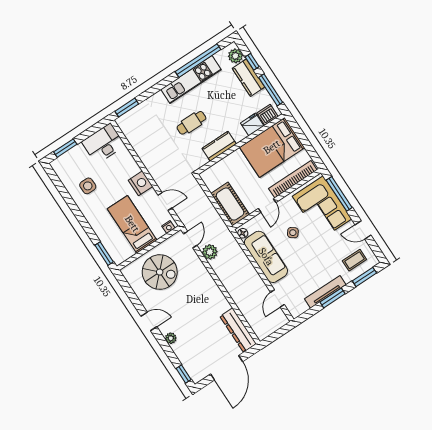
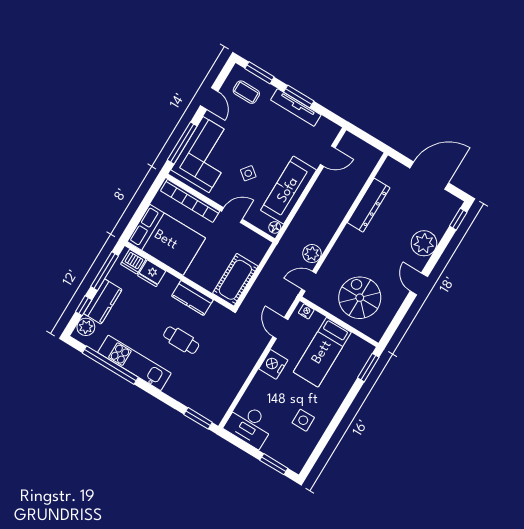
cot: (230, 204) -> (235, 280), moved
dresser: (238, 330) -> (369, 205), moved
plant: (171, 338) -> (424, 243), width x1.87, depth x1.87

